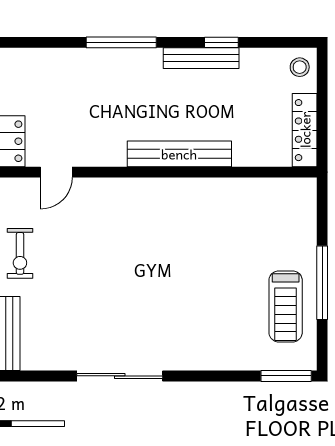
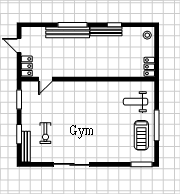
locker: (305, 130) -> (149, 67), width x0.66
bench: (179, 154) -> (68, 32), moved
weight bench: (272, 226) -> (136, 102), added
exercise bike: (20, 253) -> (45, 133), moved

